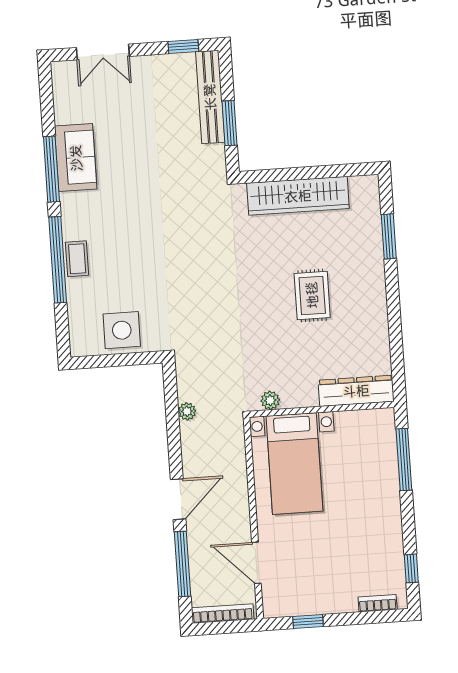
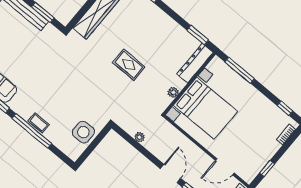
rug: (312, 295) -> (129, 65), moved
window: (397, 359) -> (198, 35), added
plant: (270, 400) -> (173, 92), moved
bed with nightstands: (294, 464) -> (205, 108), width x1.36

